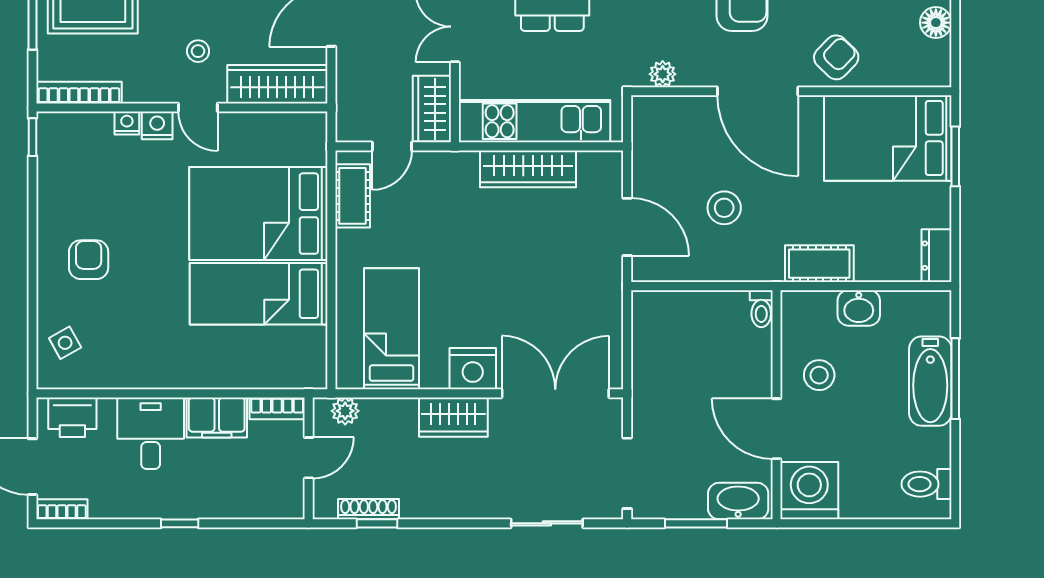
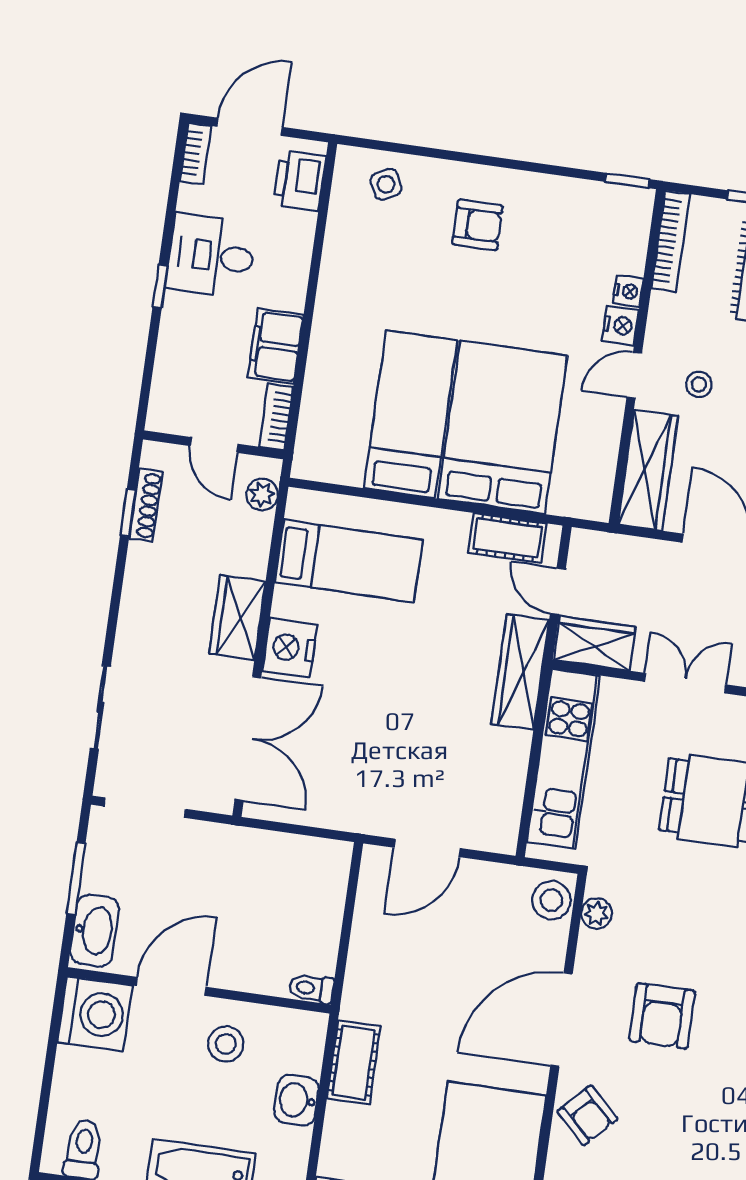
wardrobe: (528, 169) -> (520, 672), moved
stool: (724, 208) -> (551, 900), moved
desk: (151, 433) -> (211, 256), moved, turned 180

